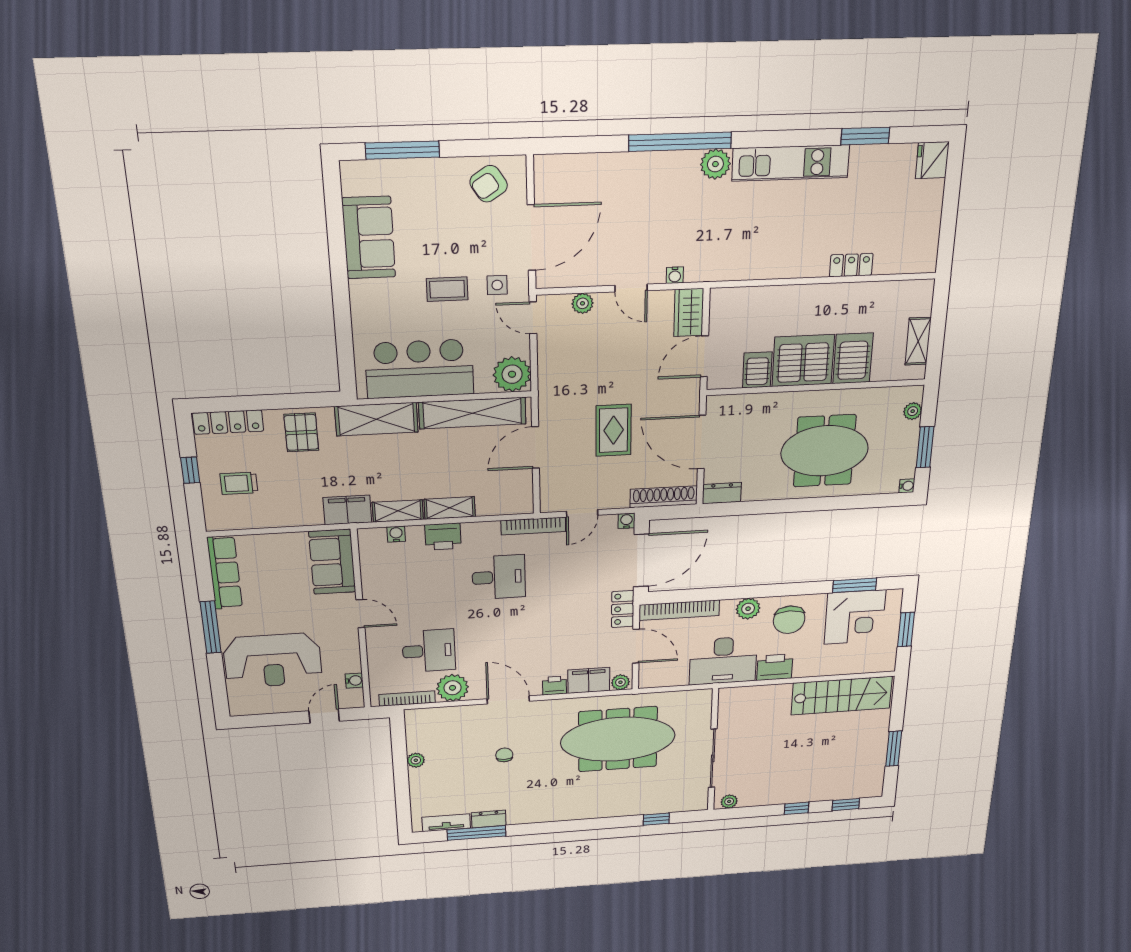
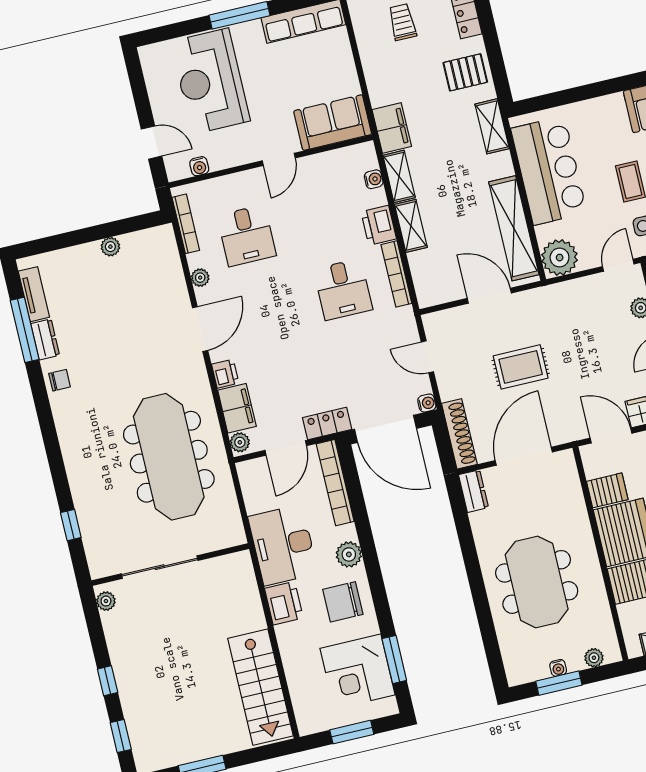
shelving: (376, 419) -> (492, 126), width x0.67, depth x0.75
water cooler: (907, 486) -> (558, 668), moved
bookcase: (533, 526) -> (396, 274), moved
plant: (453, 688) -> (200, 278), width x0.53, depth x0.53
chair: (504, 755) -> (60, 380), moved

